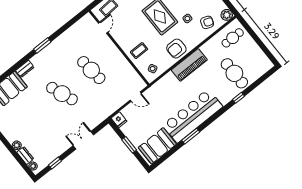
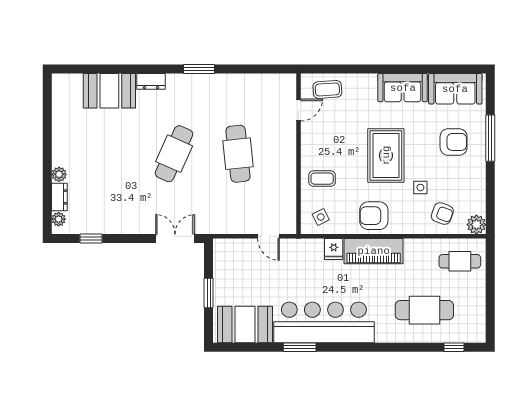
cafe table: (234, 73) -> (424, 310), turned 90
cafe table: (62, 94) -> (174, 154), turned 45
window: (239, 98) -> (454, 347), moved
fridge: (119, 120) -> (334, 249), moved
double door: (83, 140) -> (175, 238), moved

